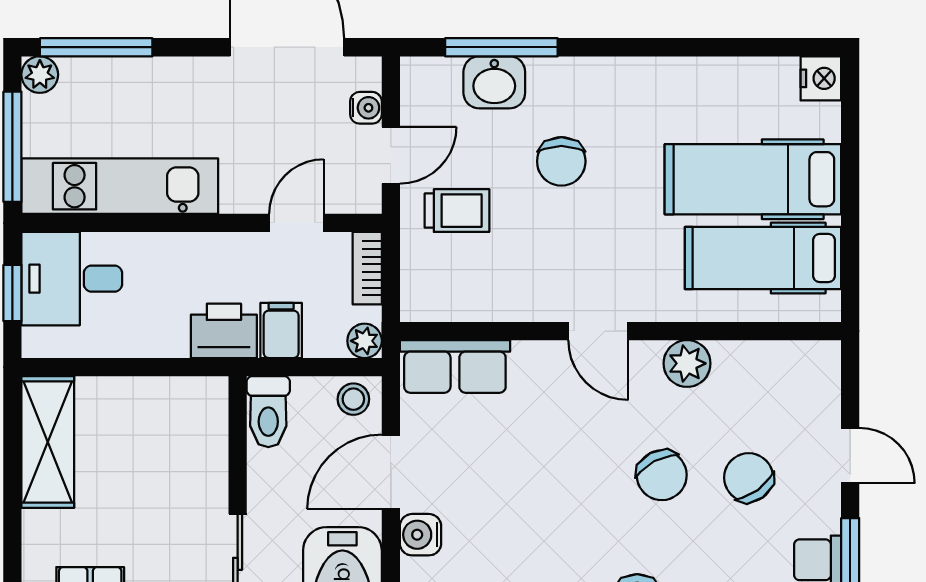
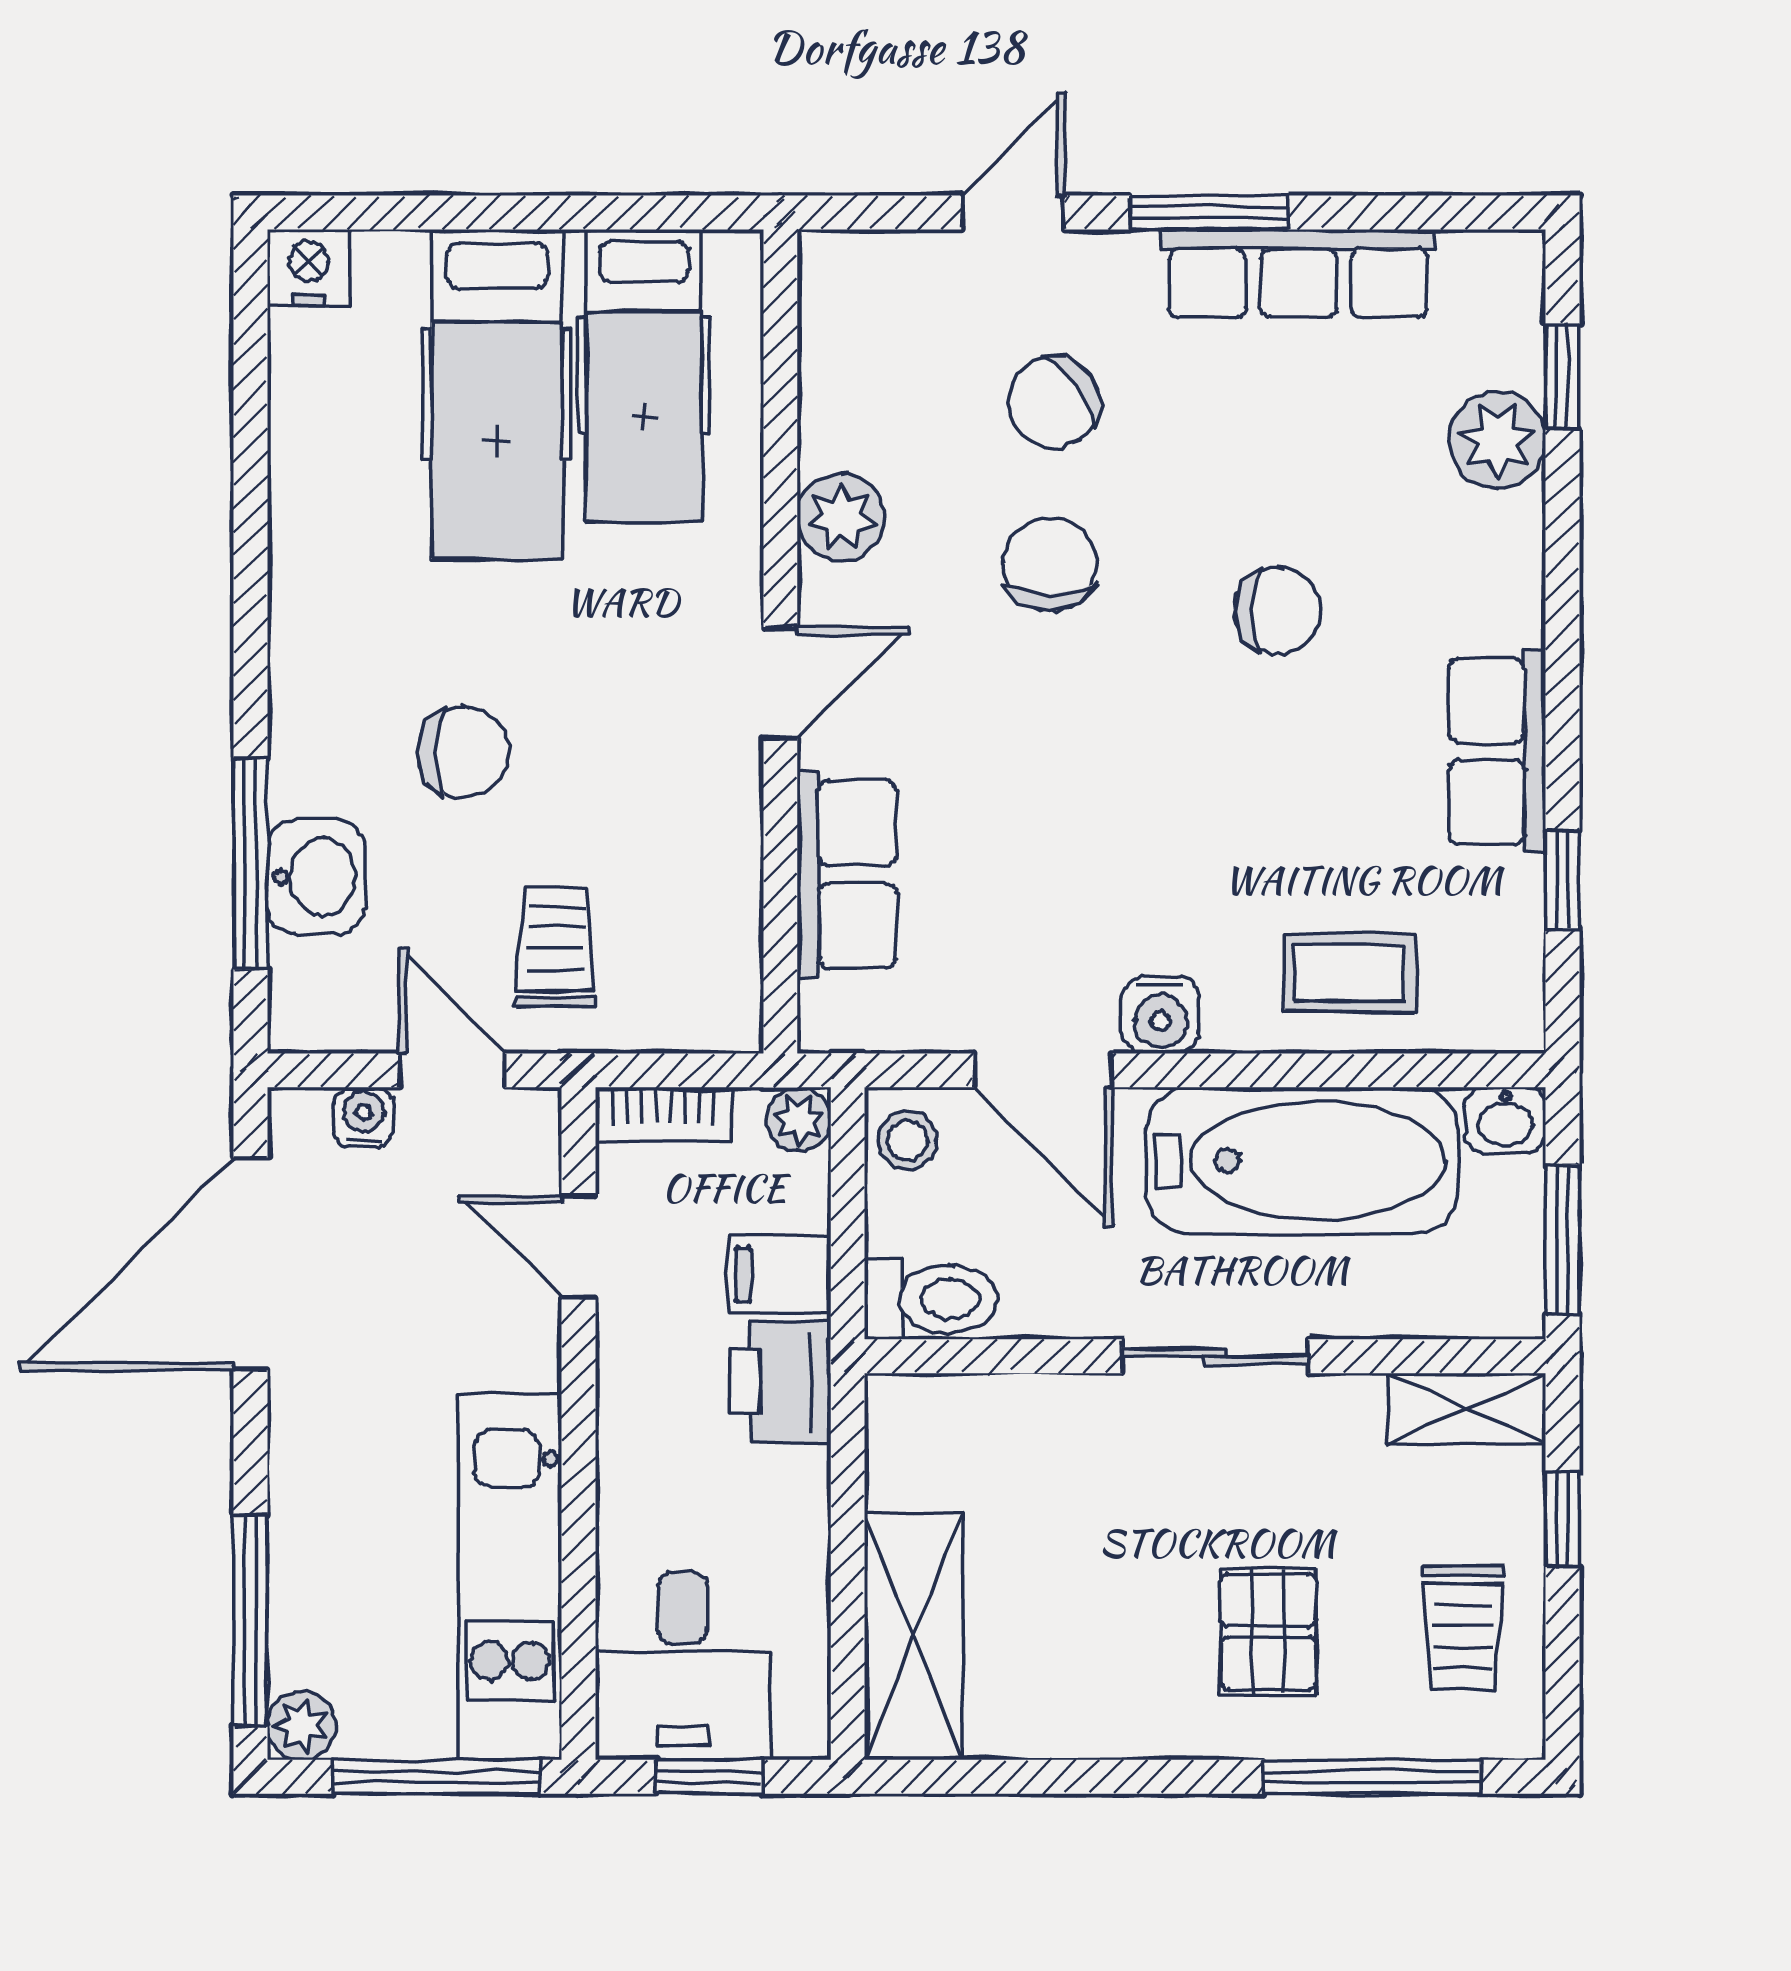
row of seats: (455, 366) -> (846, 874), moved
shelving: (48, 442) -> (914, 1637), moved, turned 90
chair: (662, 475) -> (1050, 564), turned -62

